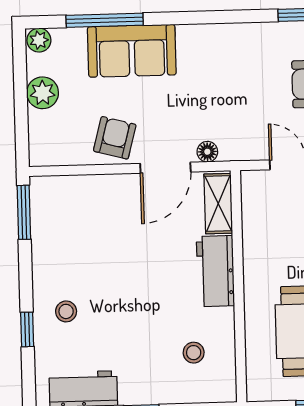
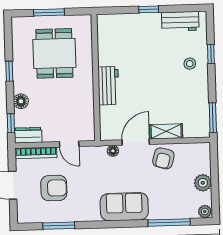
sofa: (132, 51) -> (124, 207), moved
shelving: (218, 204) -> (166, 131), moved, turned 90
stool: (194, 353) -> (120, 41), removed

